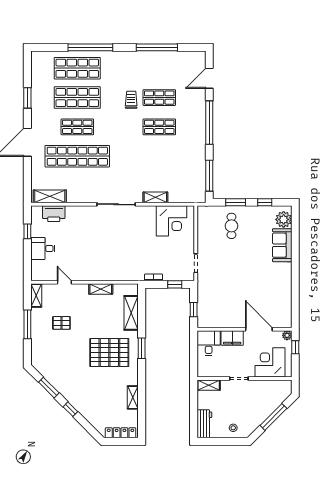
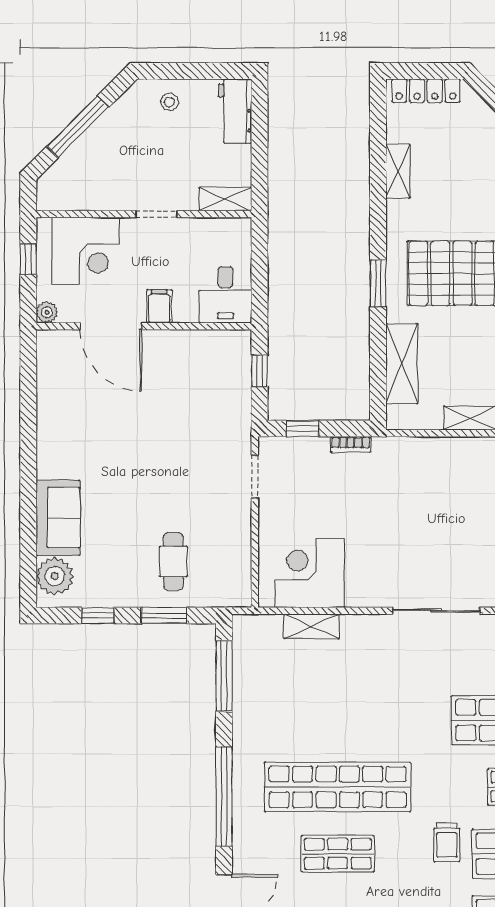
trolley: (131, 100) -> (447, 842), moved
shop shelf: (159, 127) -> (338, 787), width x2.00, depth x1.36
shelving: (155, 197) -> (312, 626), moved
filing cabinet: (232, 338) -> (159, 306), width x0.50
window: (295, 347) -> (28, 259), moved

